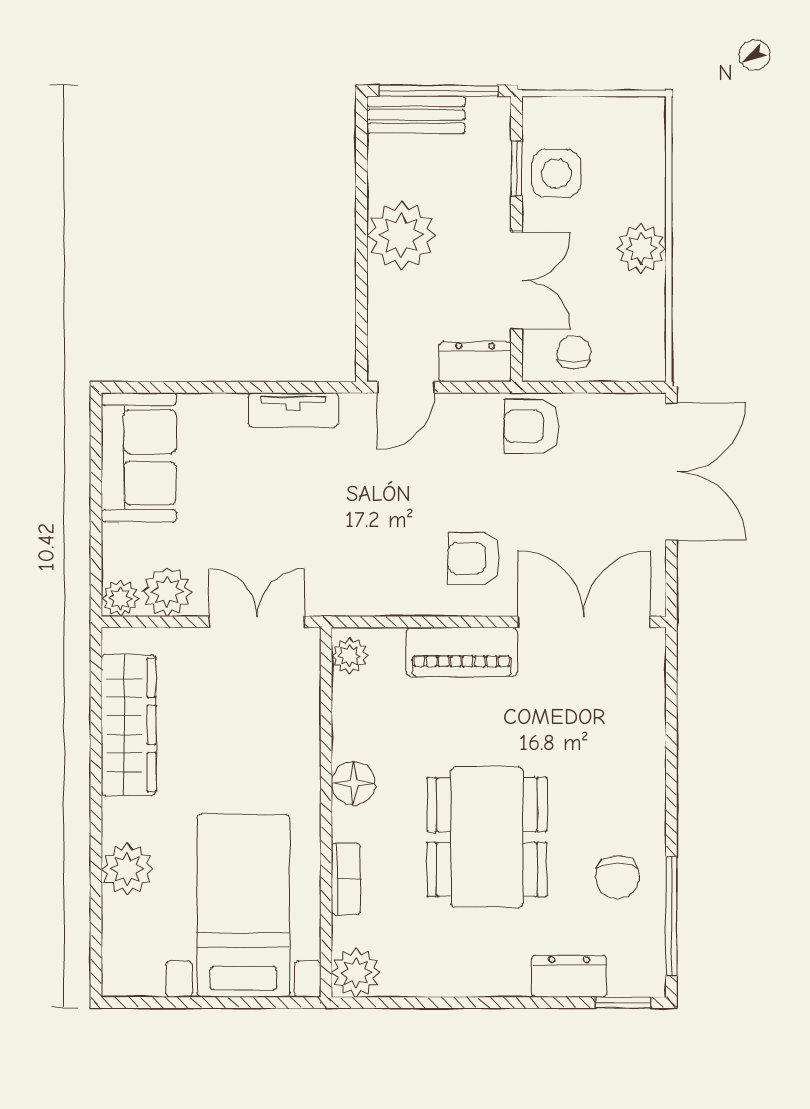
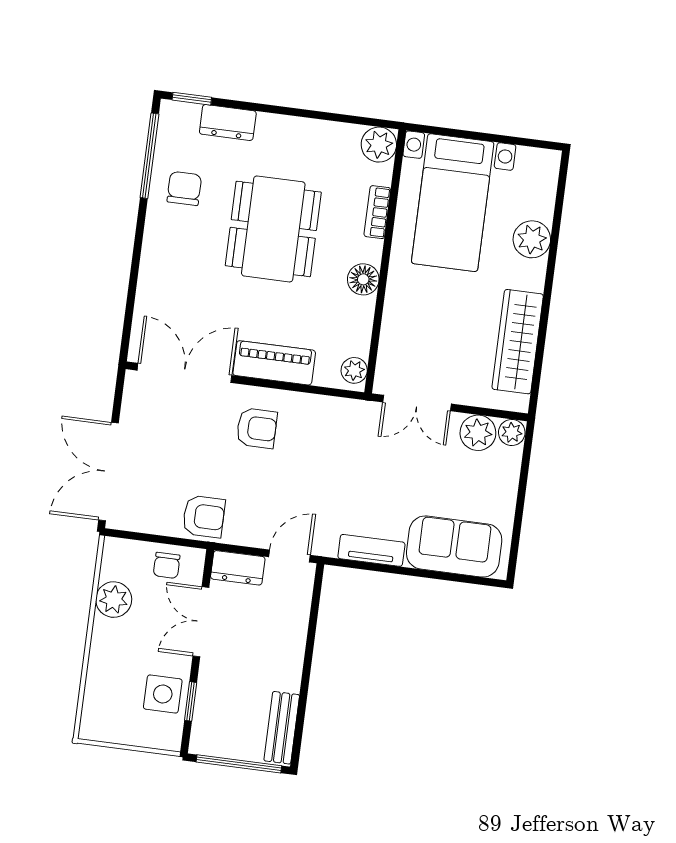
bench: (416, 115) -> (282, 728), moved, turned 90
plant: (401, 236) -> (279, 664), removed
plant: (641, 249) -> (114, 600), moved
sofa: (139, 457) -> (454, 547), moved, turned 90
double door: (584, 622) -> (184, 373), swing flipped

